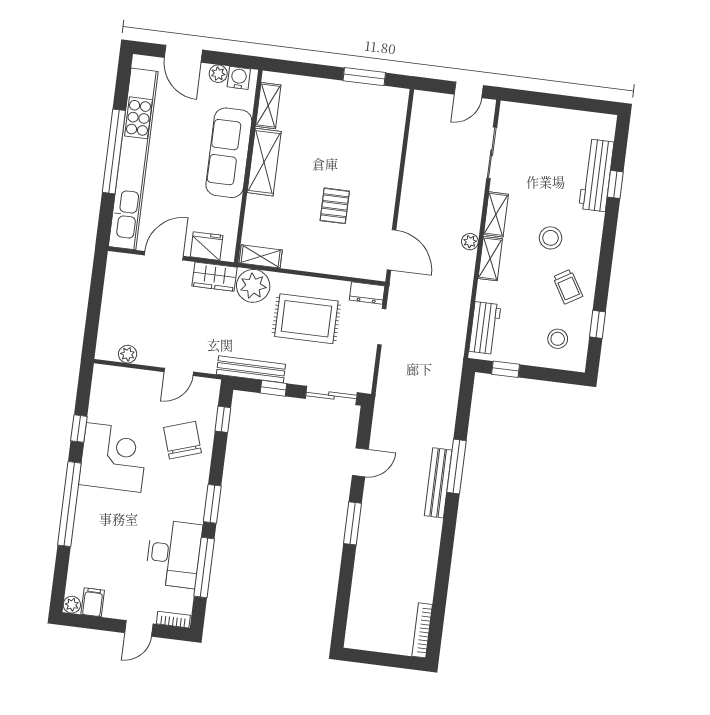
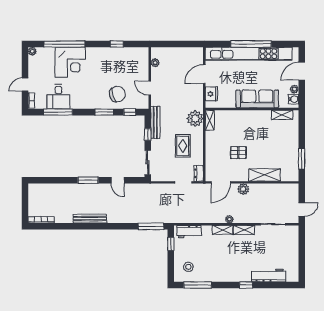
door: (469, 90) -> (302, 209), swing flipped
shelving: (264, 162) -> (265, 175), moved
window: (615, 184) -> (246, 285), moved
plant: (411, 205) -> (243, 189), added
stool: (551, 238) -> (236, 257), removed
door: (164, 256) -> (204, 74), swing flipped
wardrobe: (215, 277) -> (197, 100), removed
trolley: (568, 287) -> (214, 269), removed
rug: (306, 319) -> (183, 146), width x0.73, depth x0.70
window: (598, 324) -> (198, 285), width x2.17
corner desk: (113, 457) -> (70, 62), moved
window: (456, 467) -> (151, 226), moved
bench: (438, 483) -> (90, 219), moved
window: (69, 504) -> (64, 44), moved
window: (212, 504) -> (104, 112), moved
desk: (174, 554) -> (58, 97), width x0.73
filing cabinet: (93, 602) -> (35, 61), removed
door: (139, 628) -> (25, 85), hinge flipped

